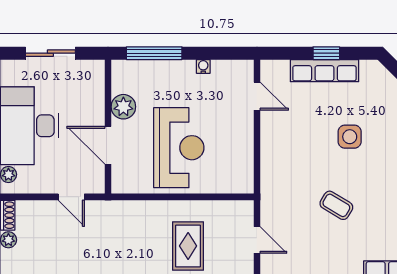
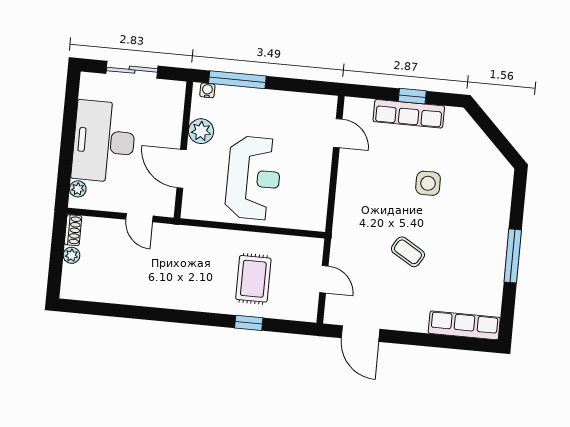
water cooler: (203, 66) -> (207, 90), moved

